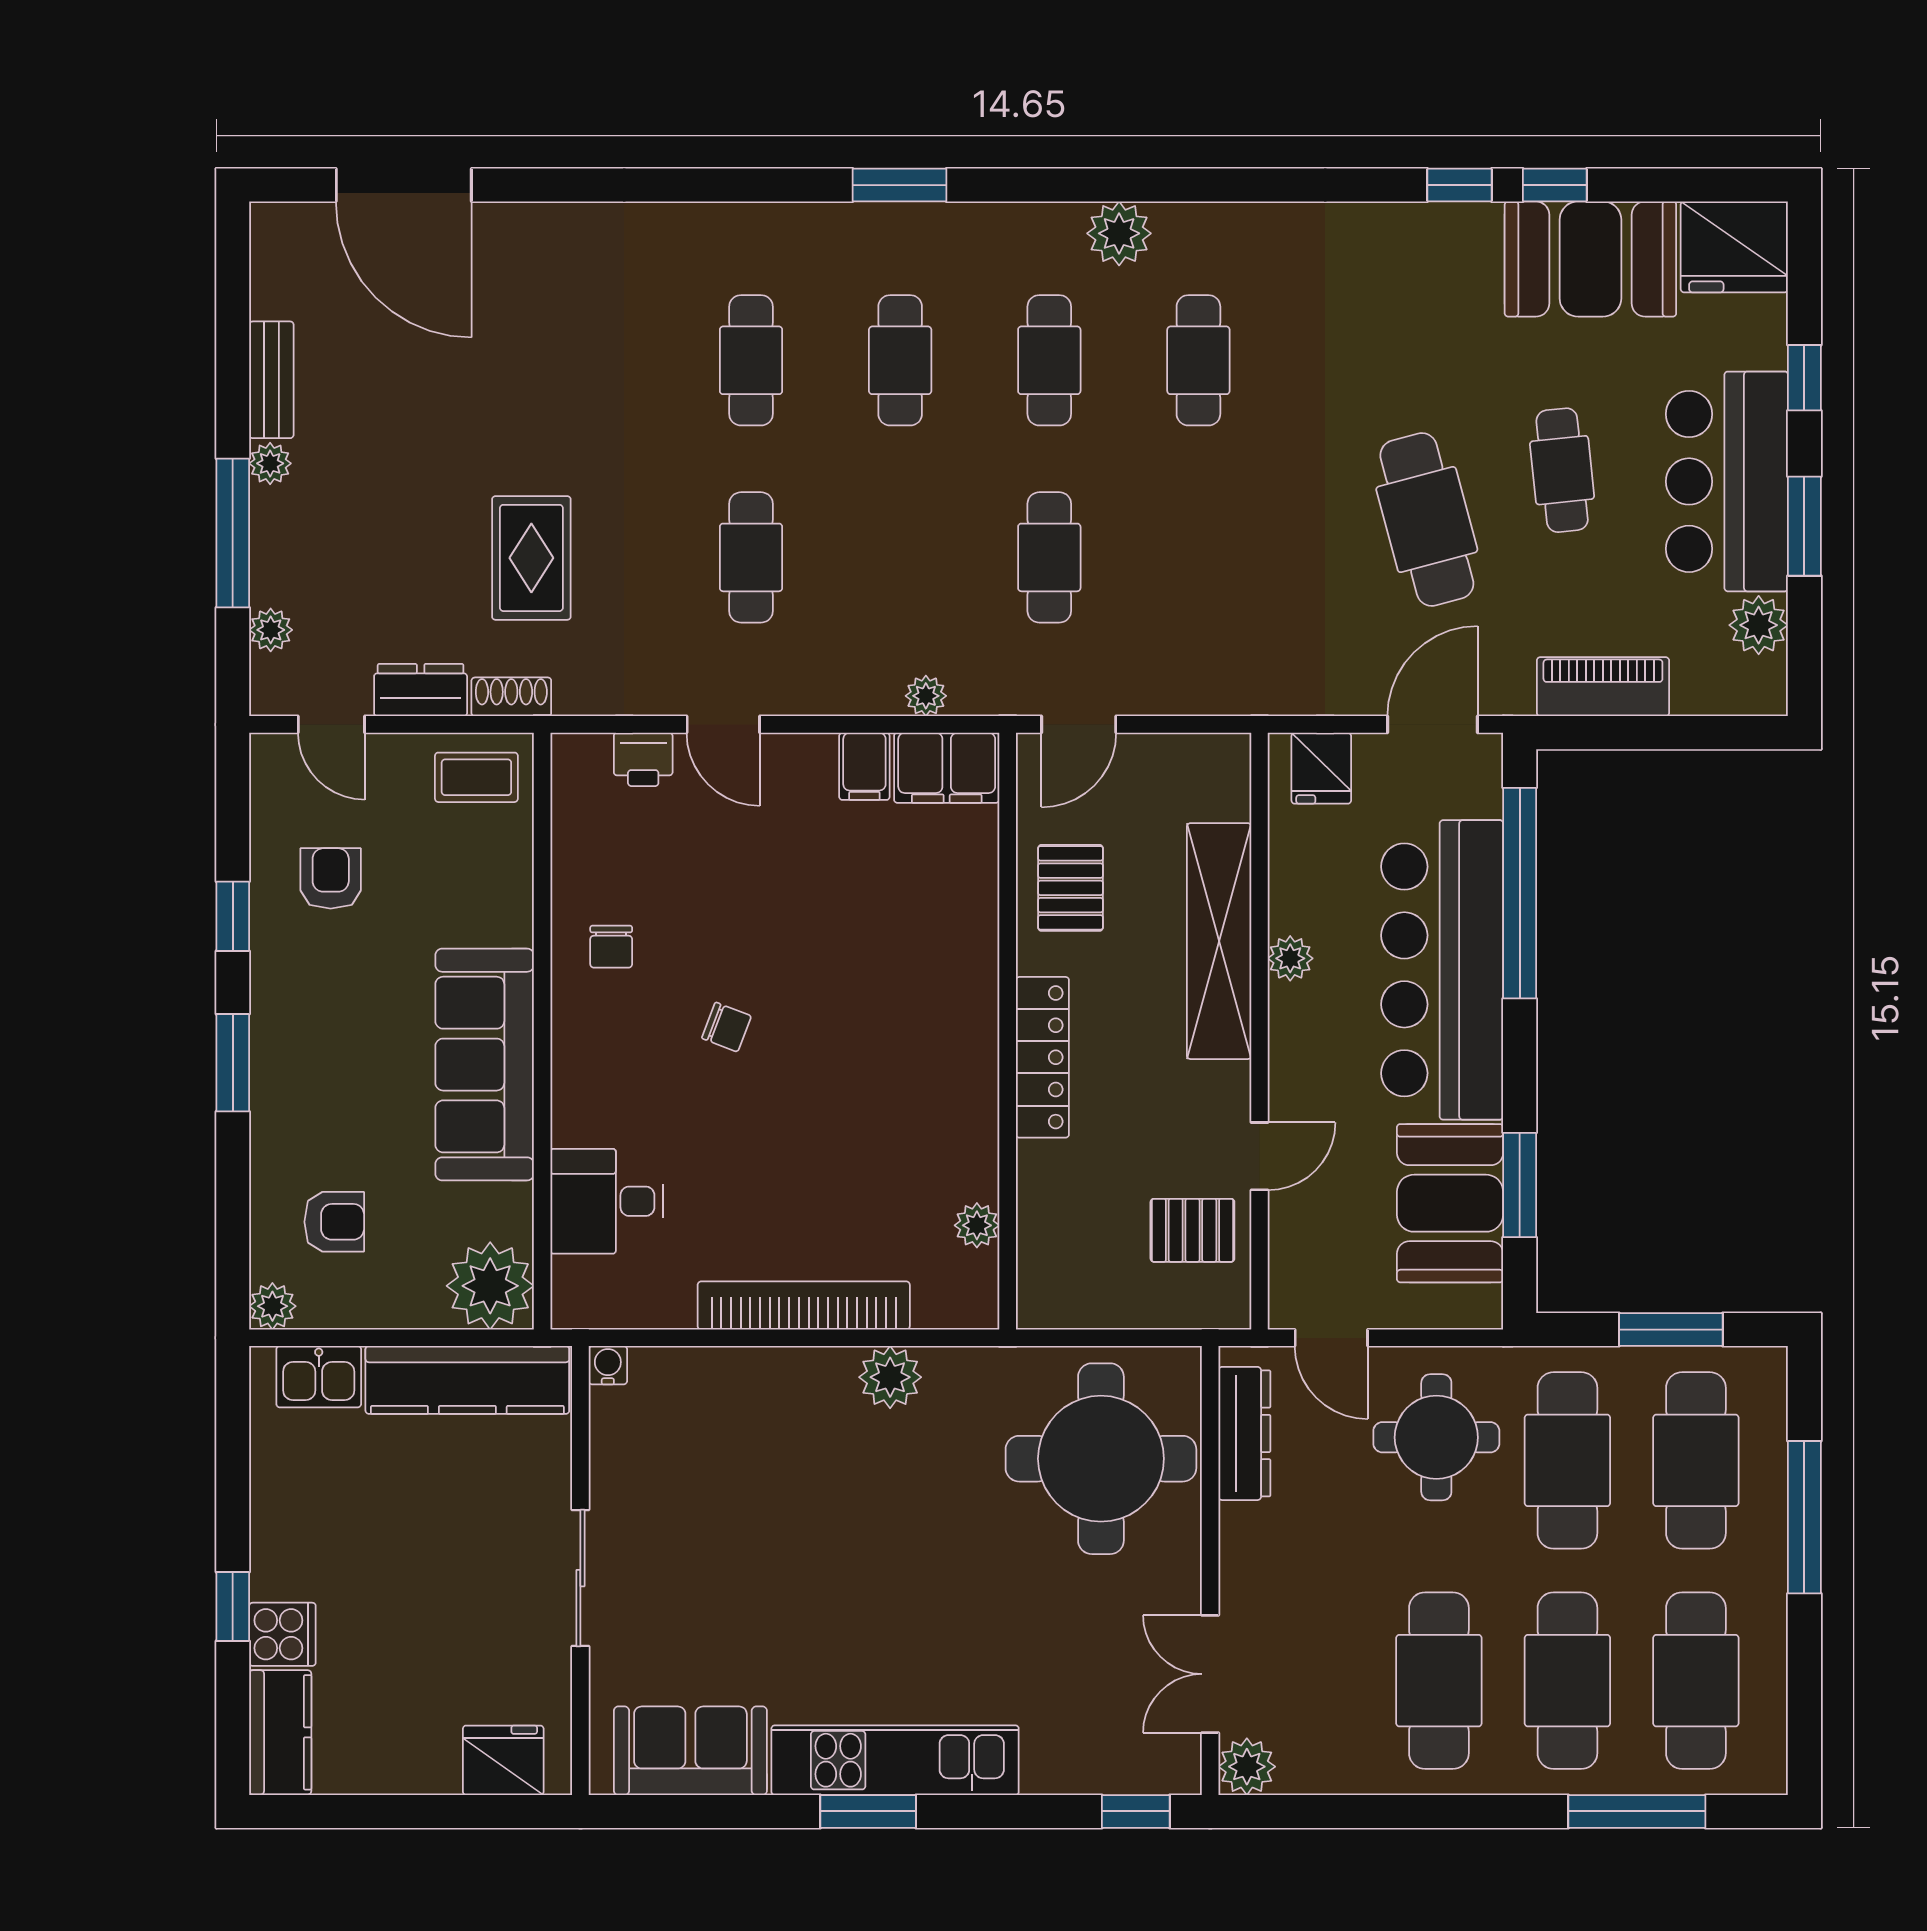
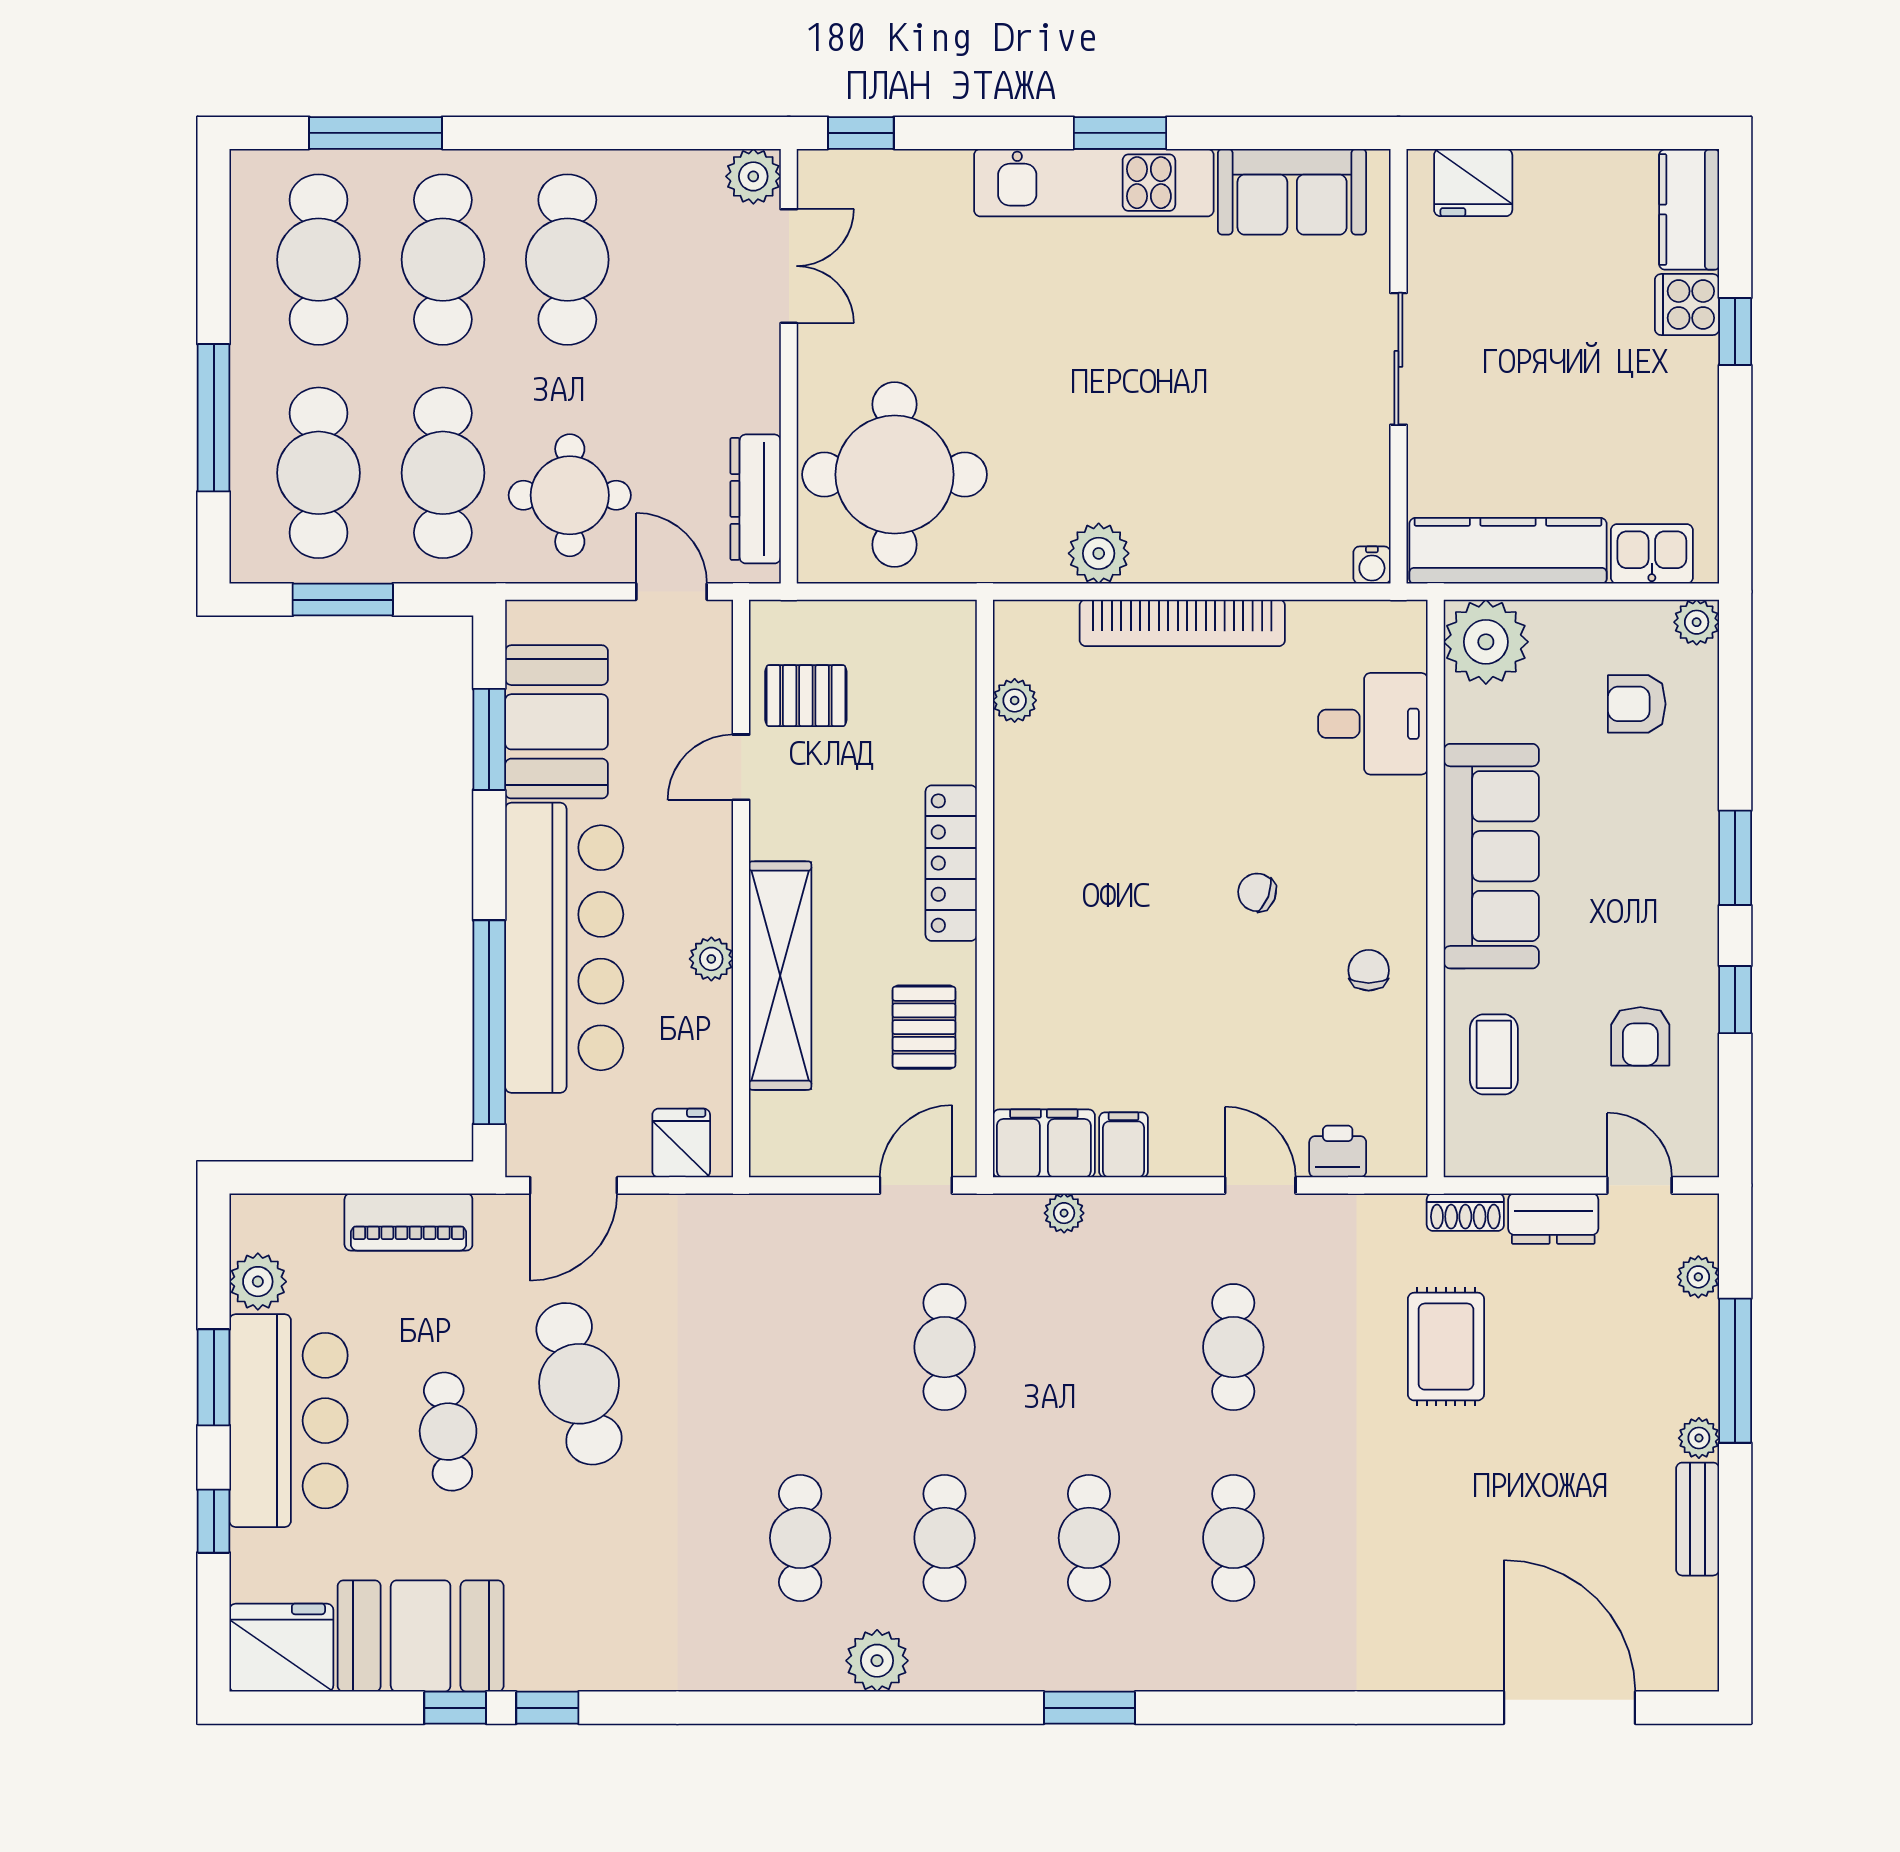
coffee table: (476, 777) -> (1494, 1054), moved, turned 90

